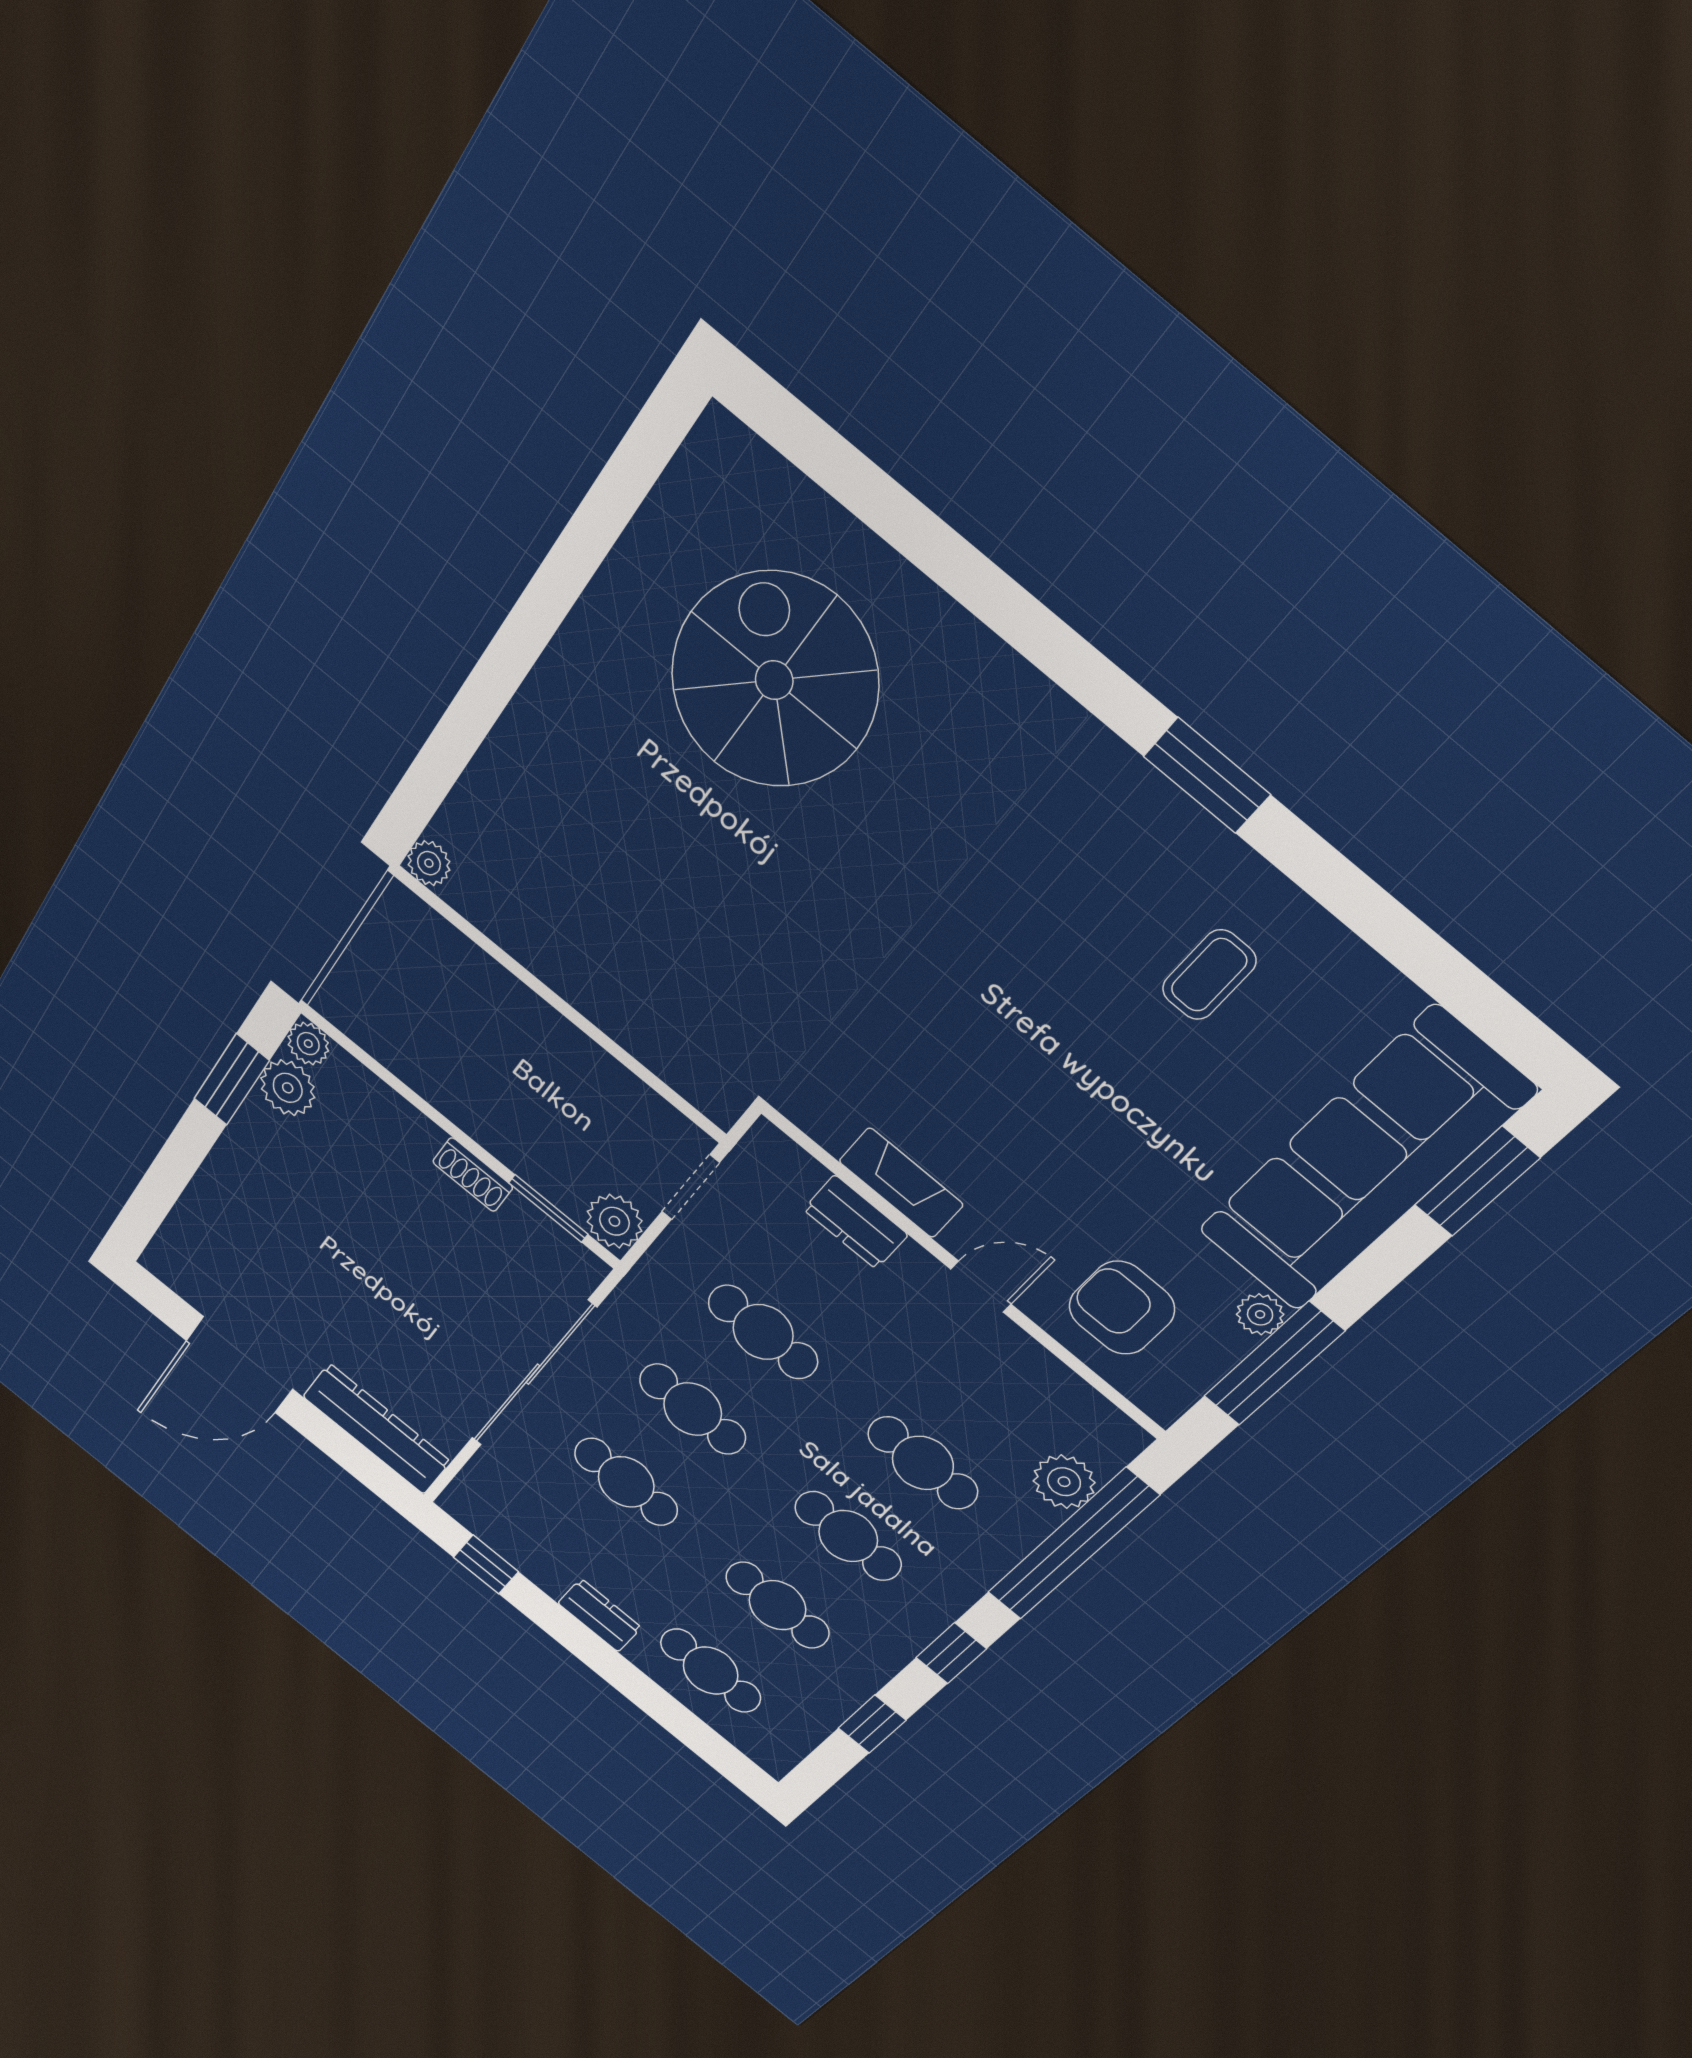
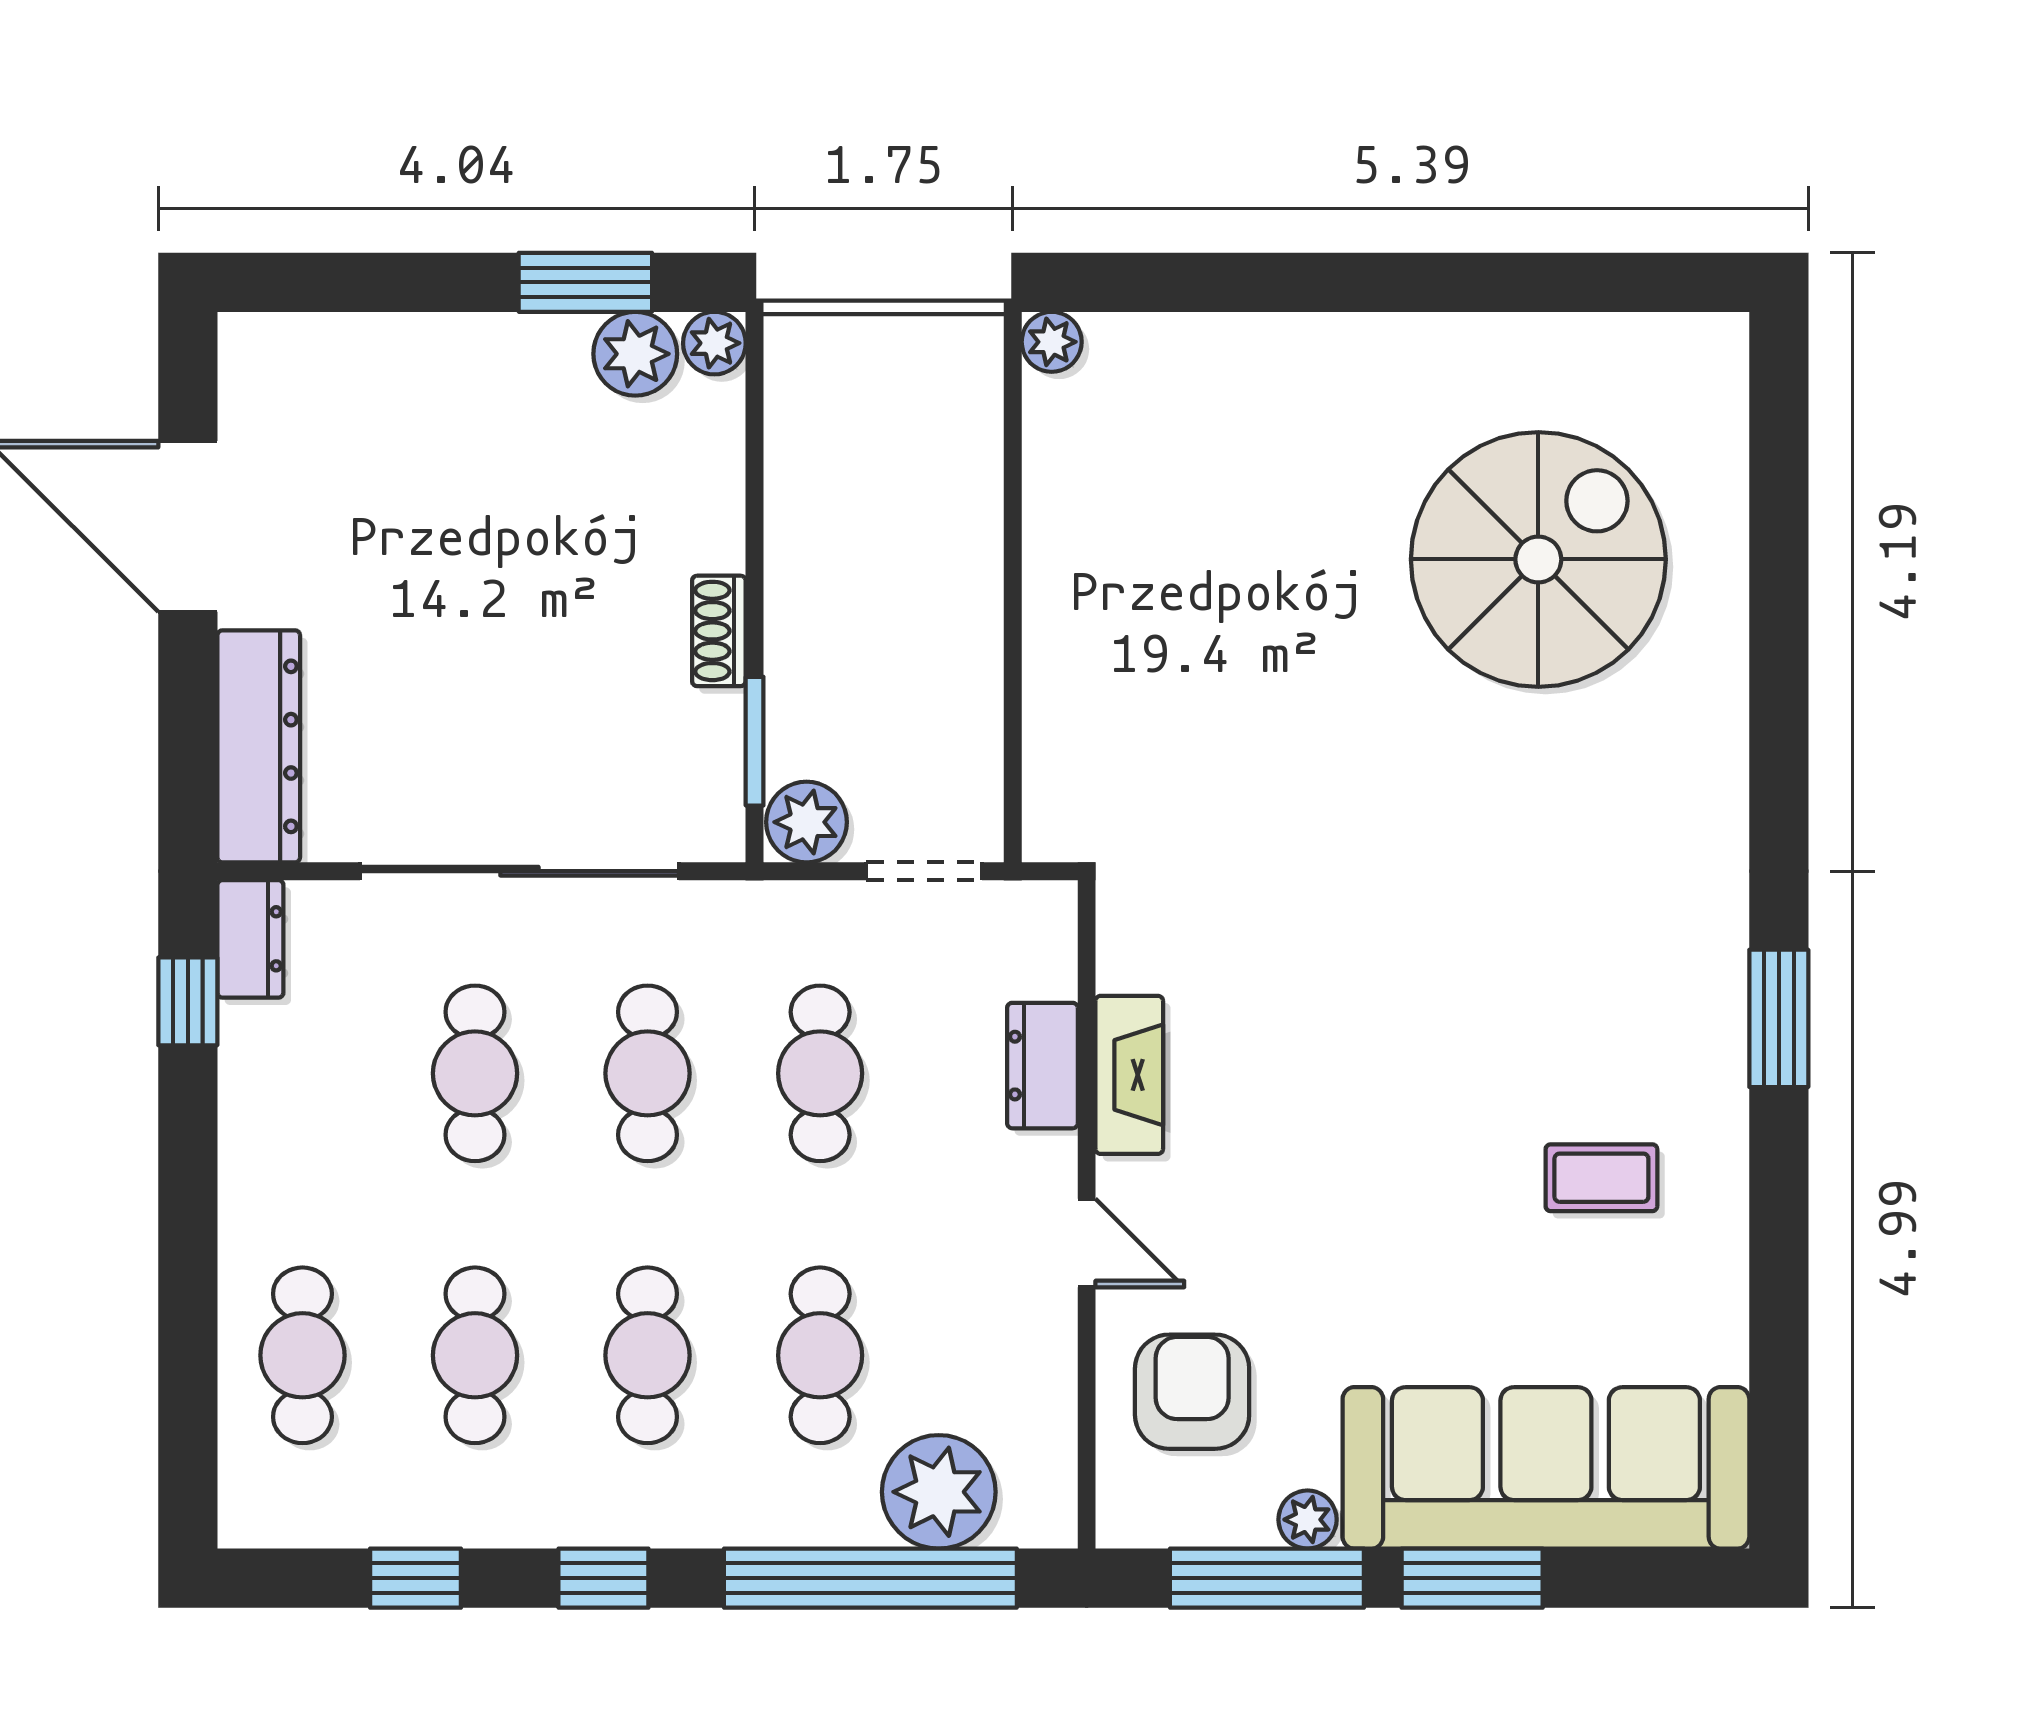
window: (1477, 1182) -> (1472, 1578), moved
plant: (1064, 1482) -> (939, 1492), width x1.36, depth x1.36
dresser: (600, 1615) -> (250, 939), moved

